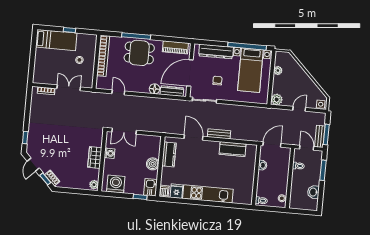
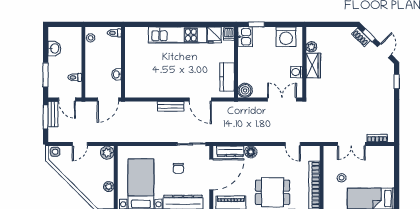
kitchen counter: (233, 149) -> (153, 90), removed
boiler: (153, 164) -> (245, 90), moved
plant: (94, 185) -> (311, 47), moved

